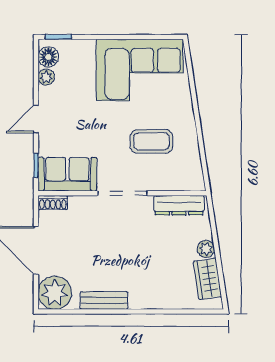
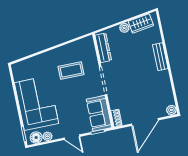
corner sofa: (140, 70) -> (36, 103), moved
coffee table: (151, 141) -> (71, 71), turned 90
plant: (55, 293) -> (171, 110), width x0.53, depth x0.53
bench: (104, 300) -> (160, 57), moved

